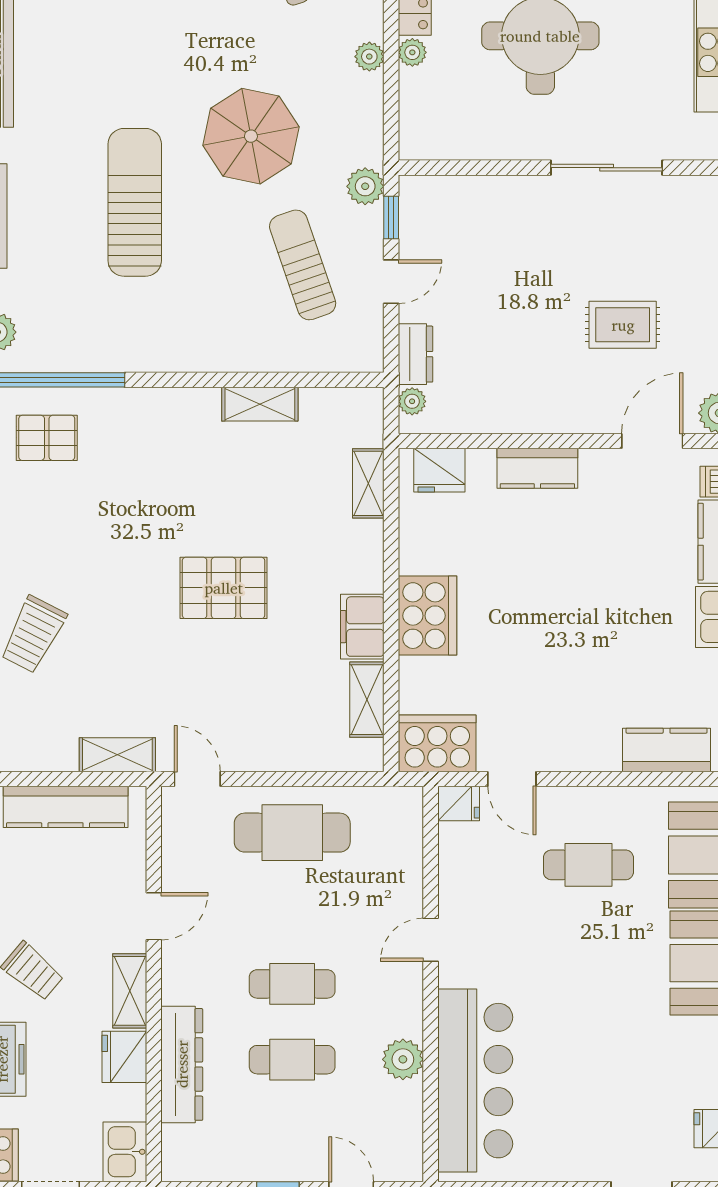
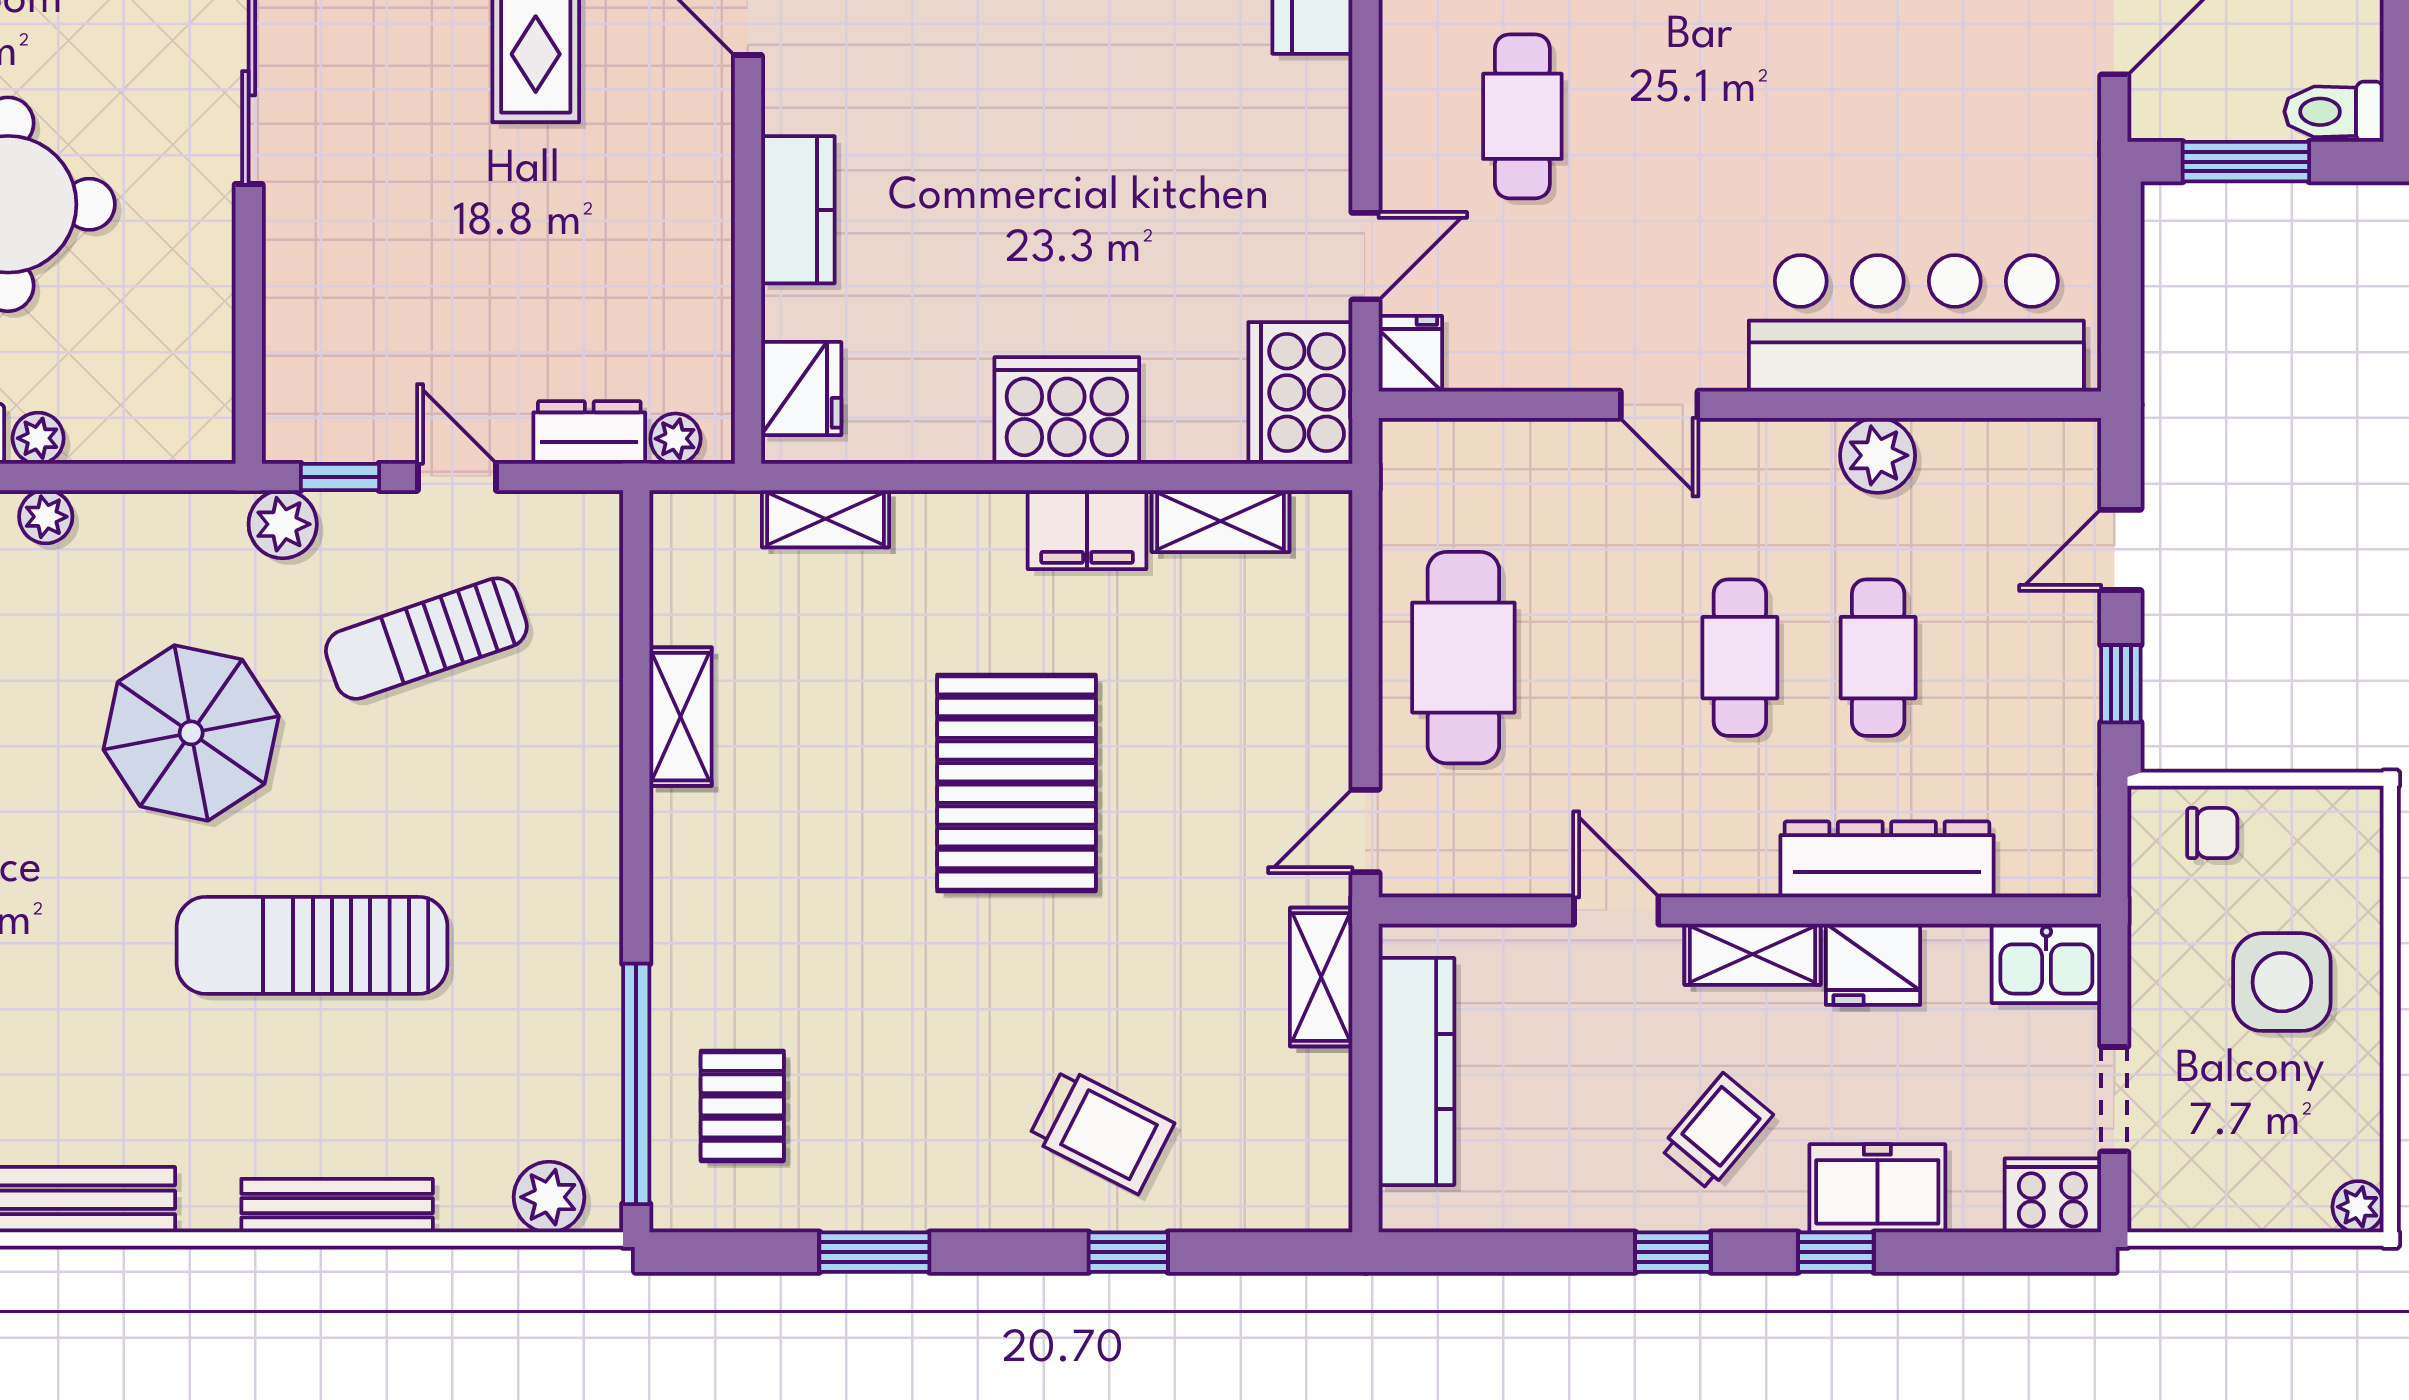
pallet: (224, 588) -> (1016, 783), width x1.37, depth x1.41

